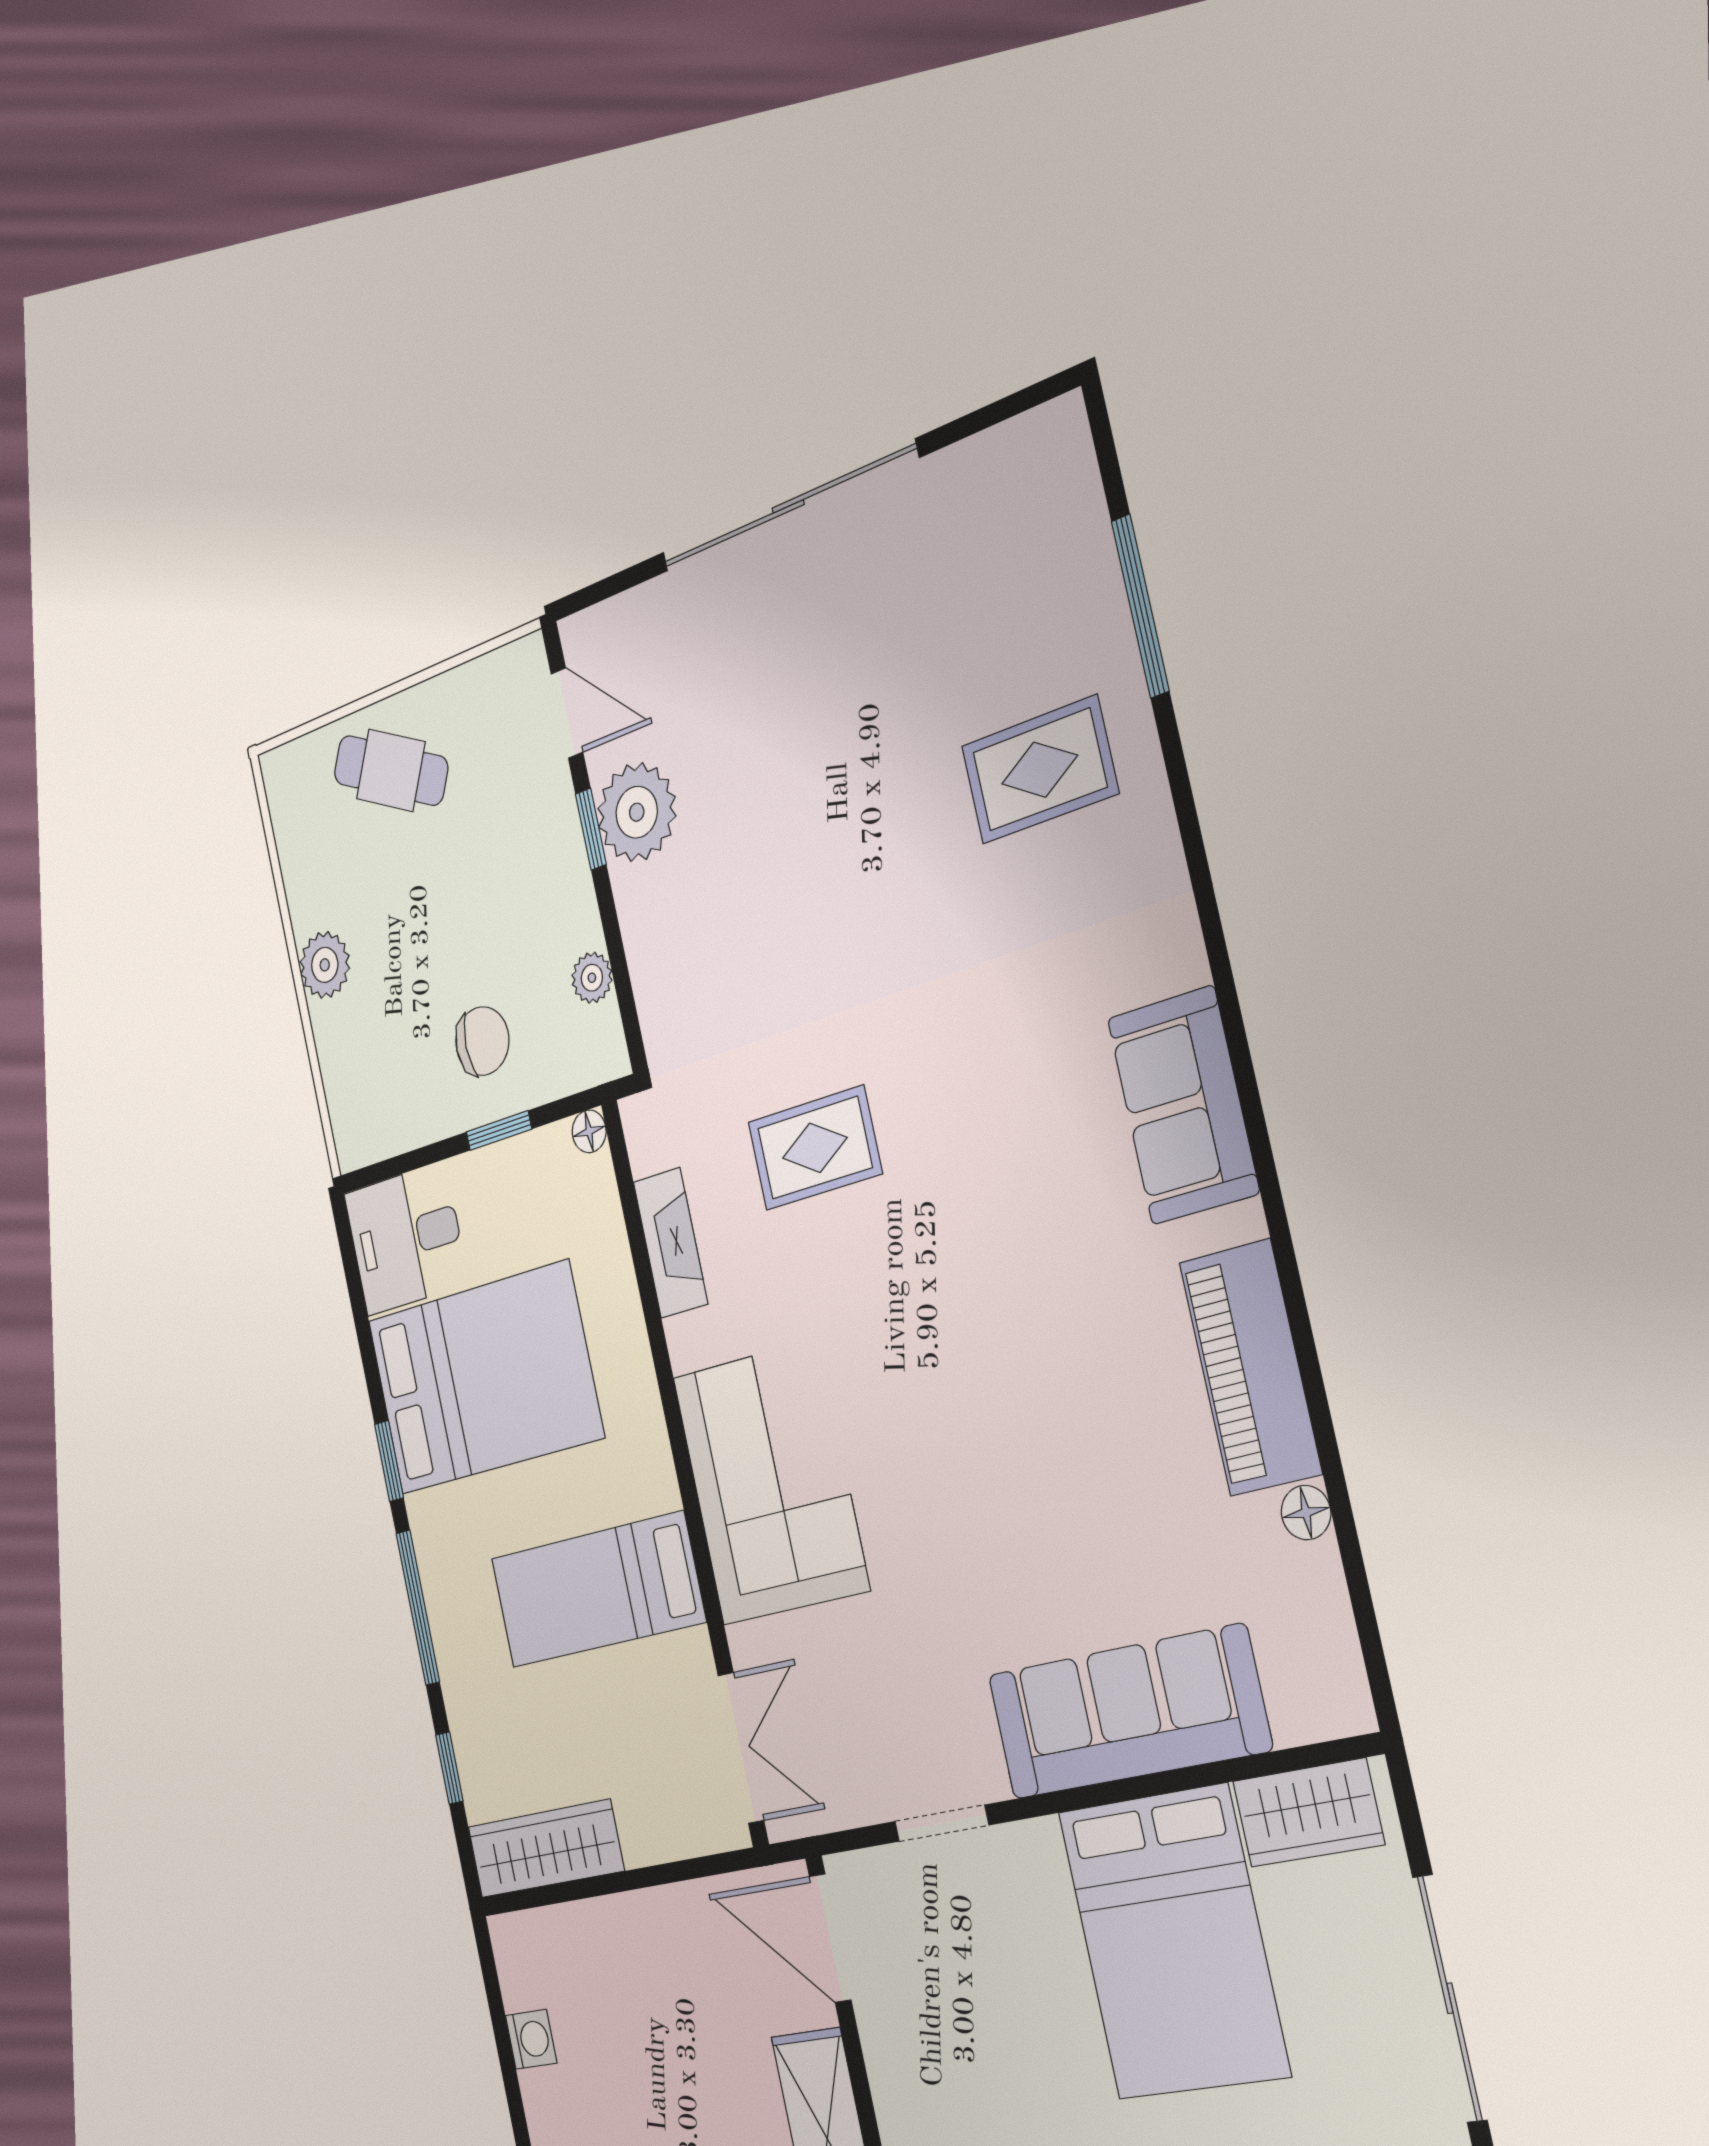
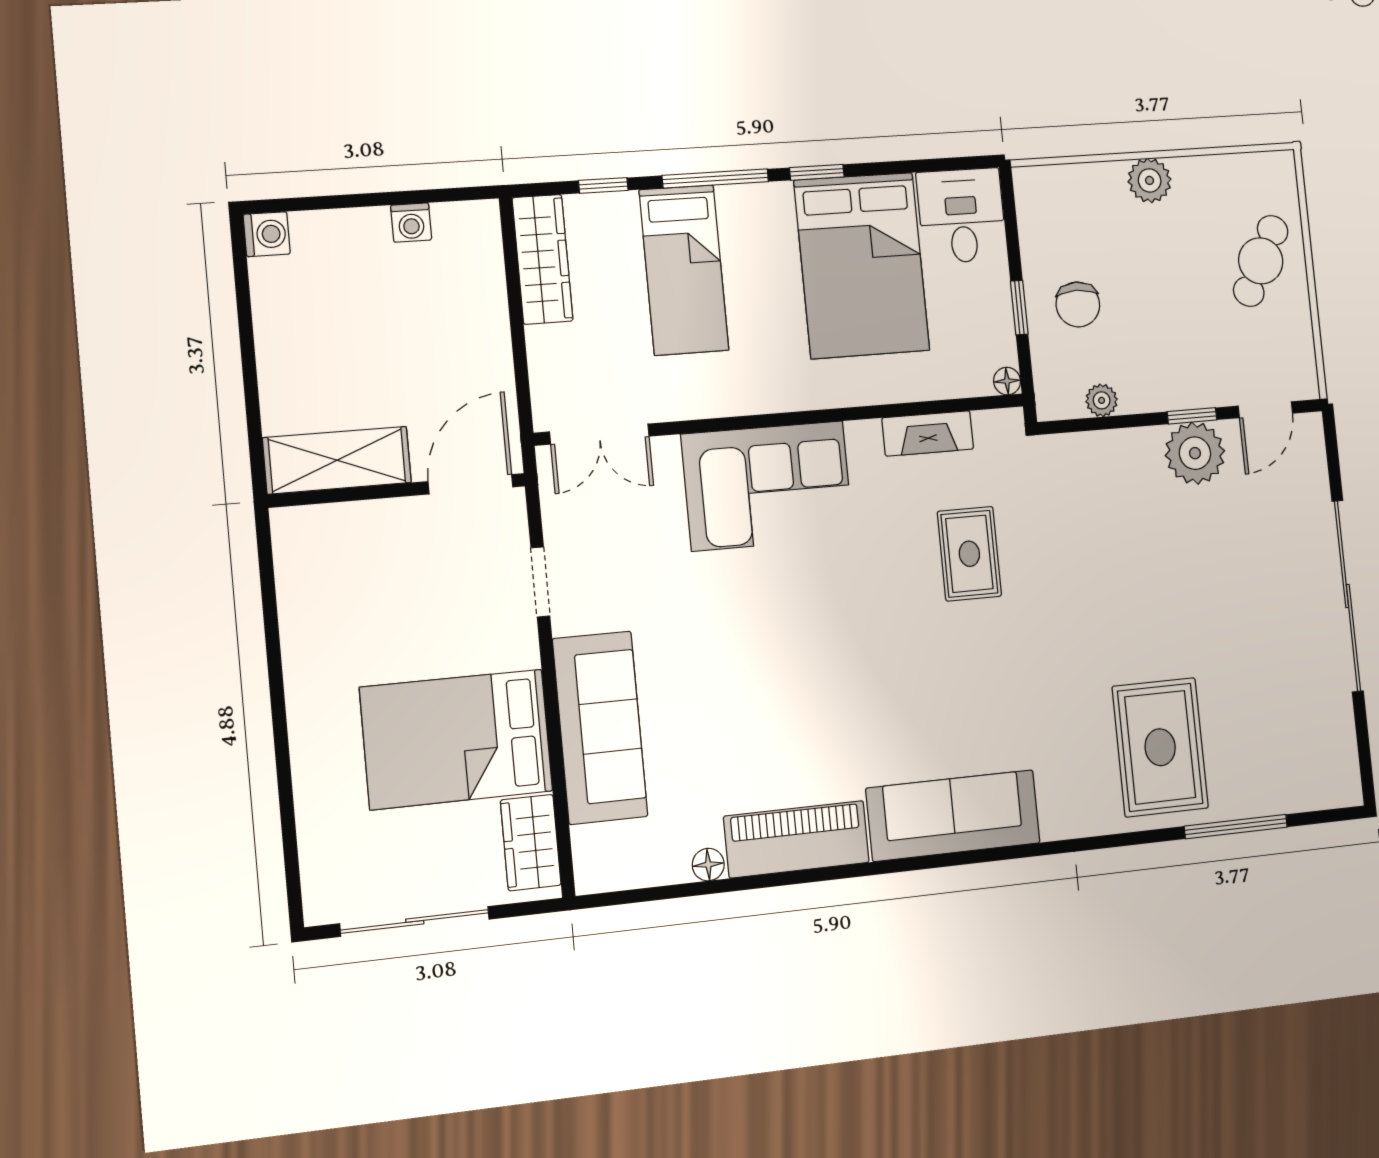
rug: (1040, 770) -> (1160, 747), width x1.36, depth x1.43
sofa: (1183, 1105) -> (953, 816), width x1.36
bed: (597, 1590) -> (684, 270), moved, turned 180

